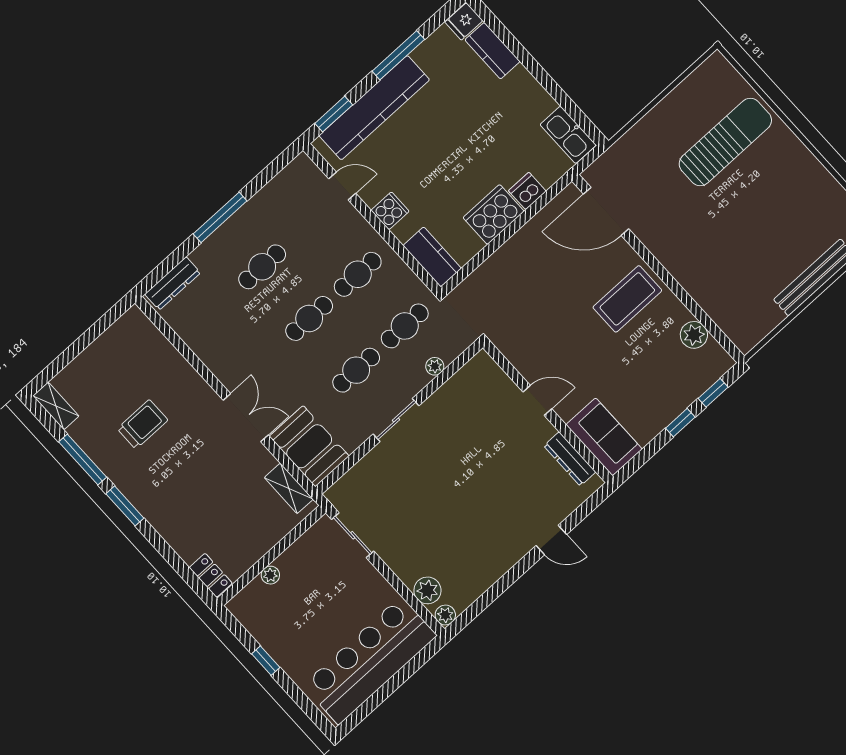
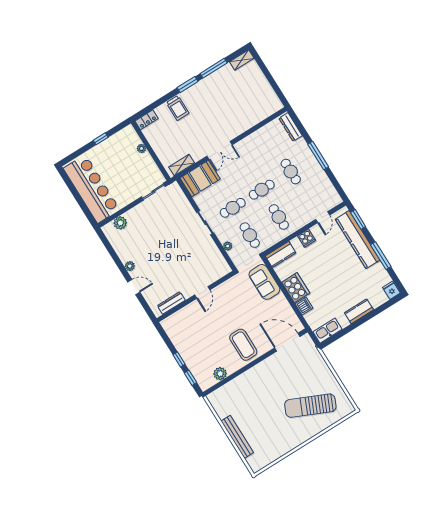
kitchen counter: (492, 51) -> (359, 311), moved
sun lounger: (725, 142) -> (310, 406), turned 114
door: (606, 211) -> (287, 342), hinge flipped
cafe table: (309, 318) -> (262, 190), turned 90
cafe table: (356, 370) -> (233, 208), turned 90
trolley: (142, 424) -> (178, 108), moved
sofa: (604, 437) -> (264, 282), moved, turned 90
door: (551, 540) -> (134, 287), swing flipped
plant: (445, 615) -> (130, 266), moved

